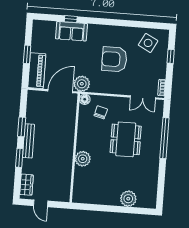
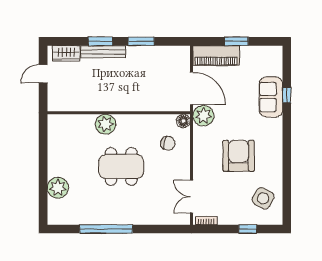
window: (164, 138) -> (106, 229), moved
dining table: (126, 139) -> (121, 166), moved
bench: (29, 141) -> (103, 52), moved

